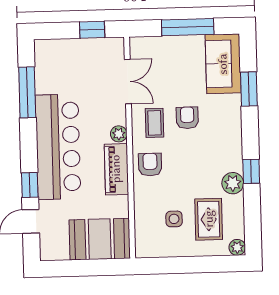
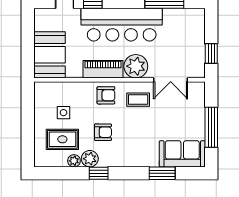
armchair: (187, 118) -> (103, 132), moved
plant: (119, 134) -> (136, 66), width x1.87, depth x1.87
plant: (237, 247) -> (74, 161), moved

